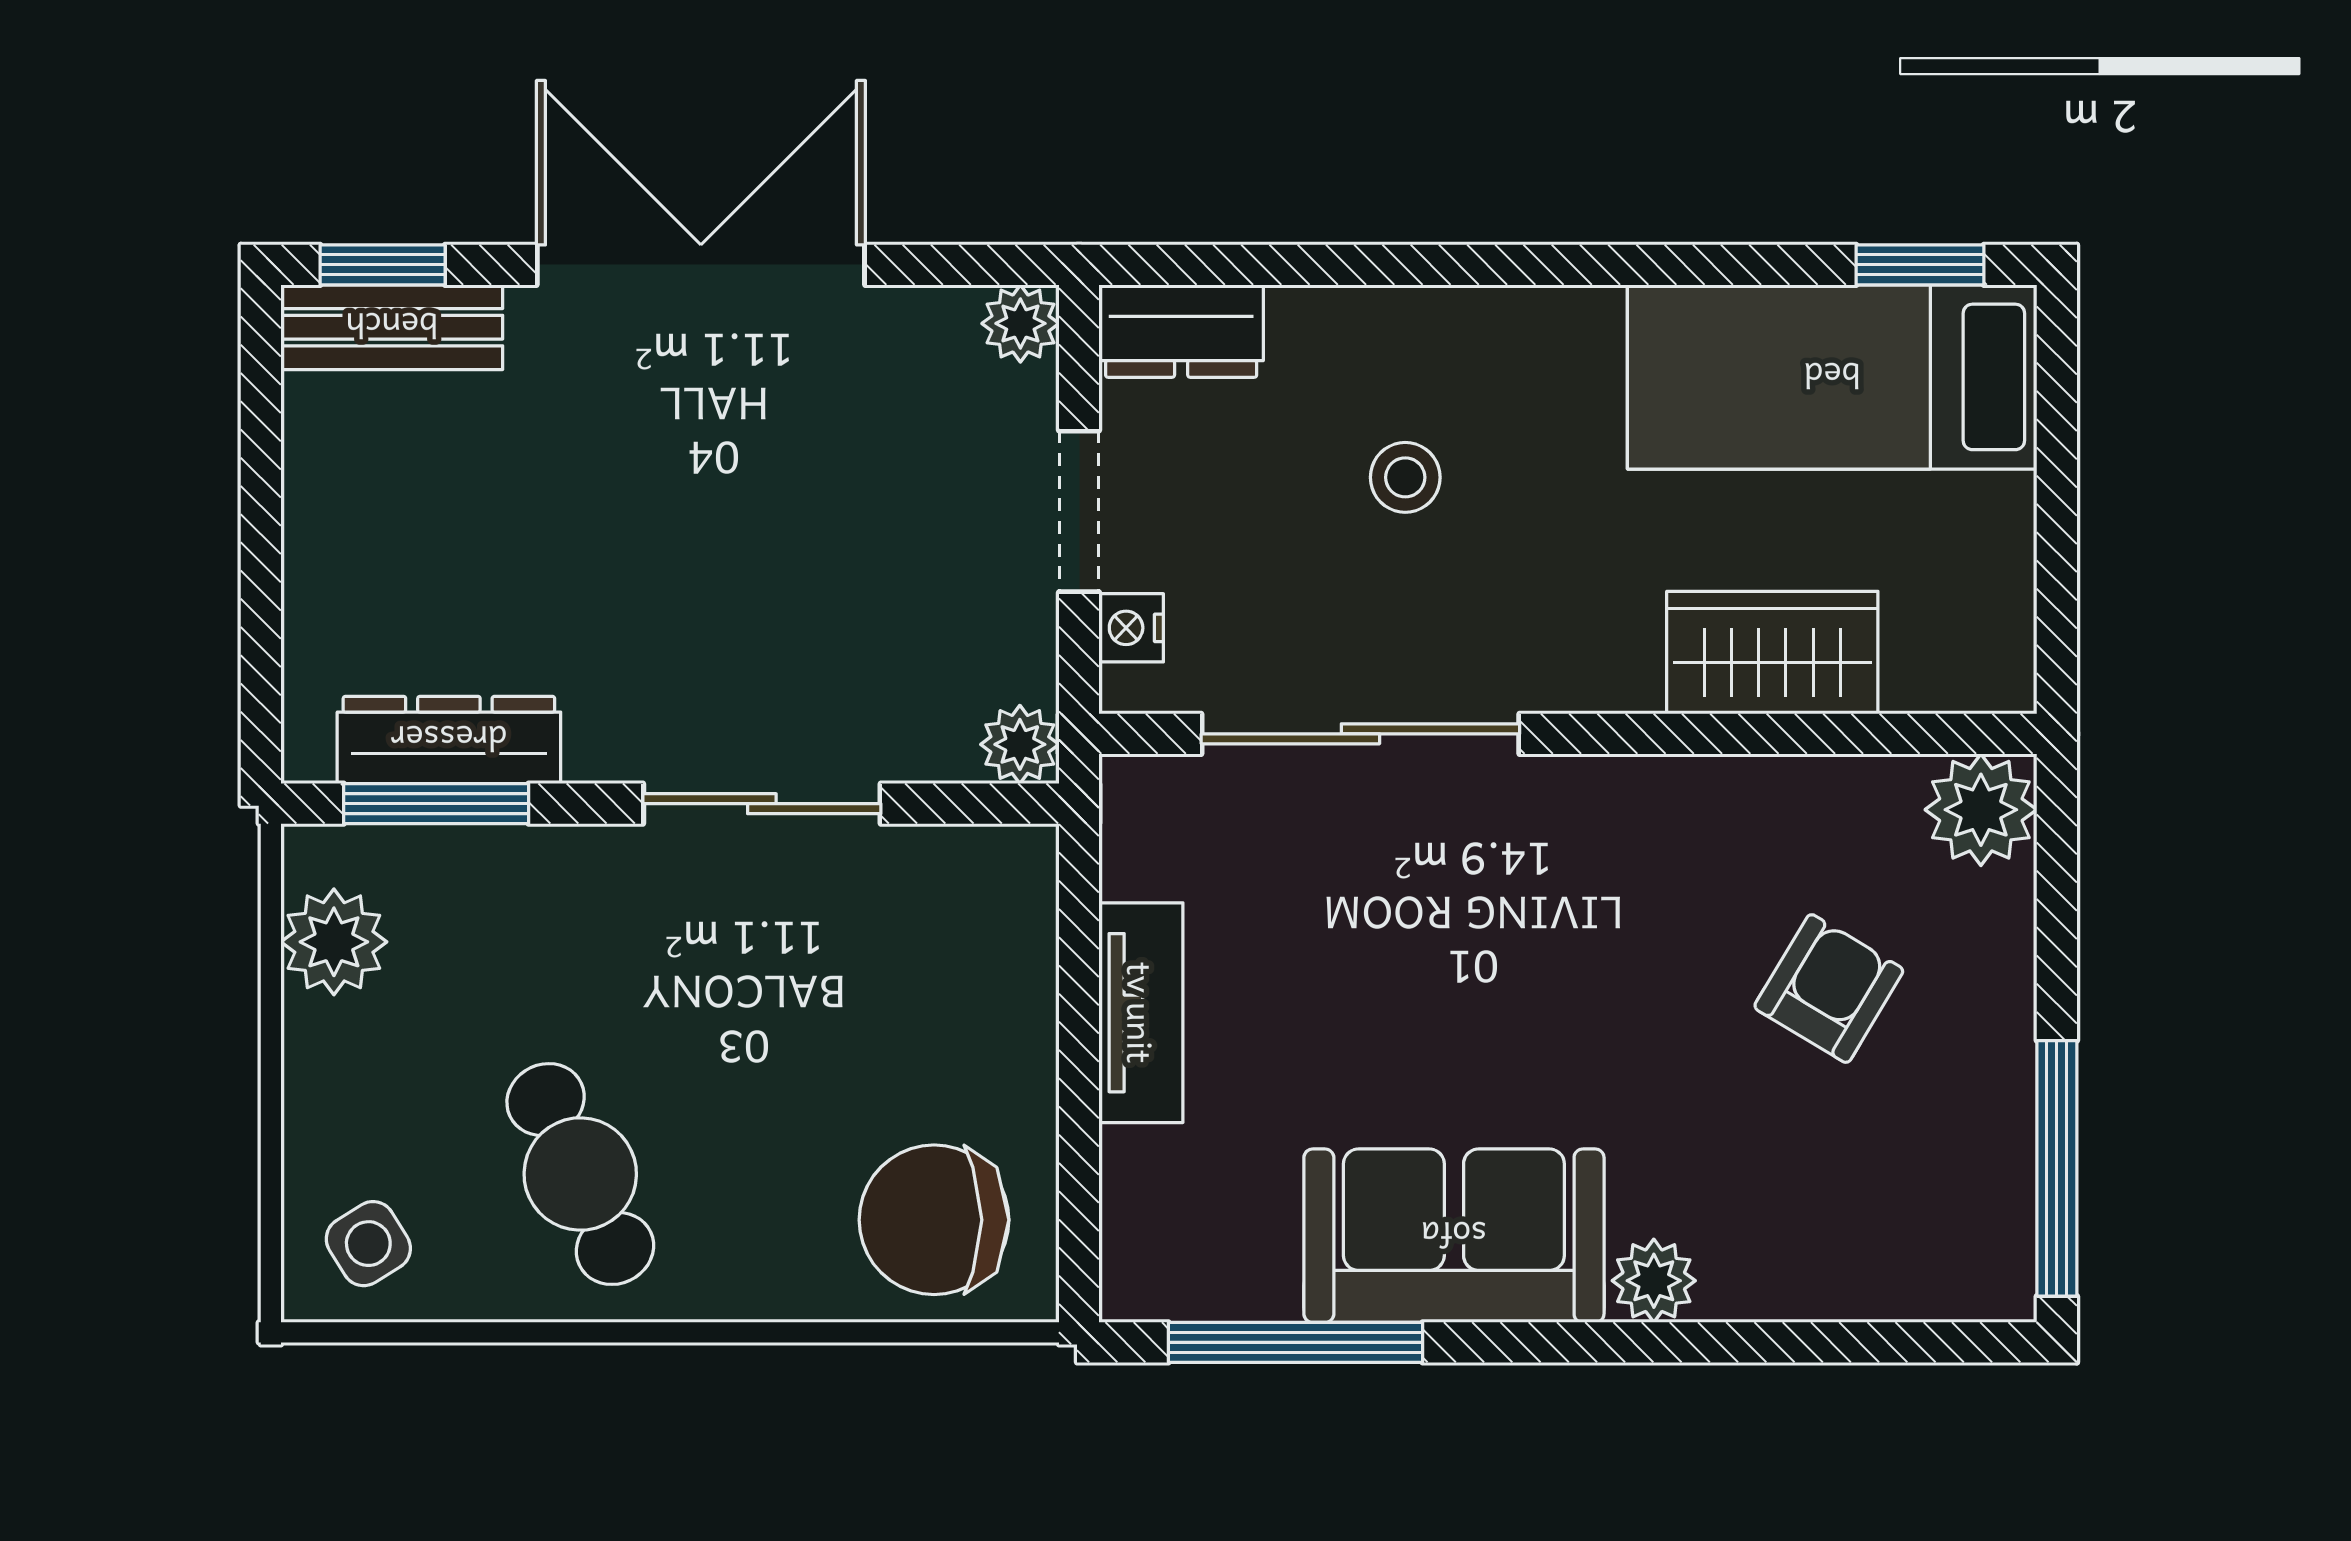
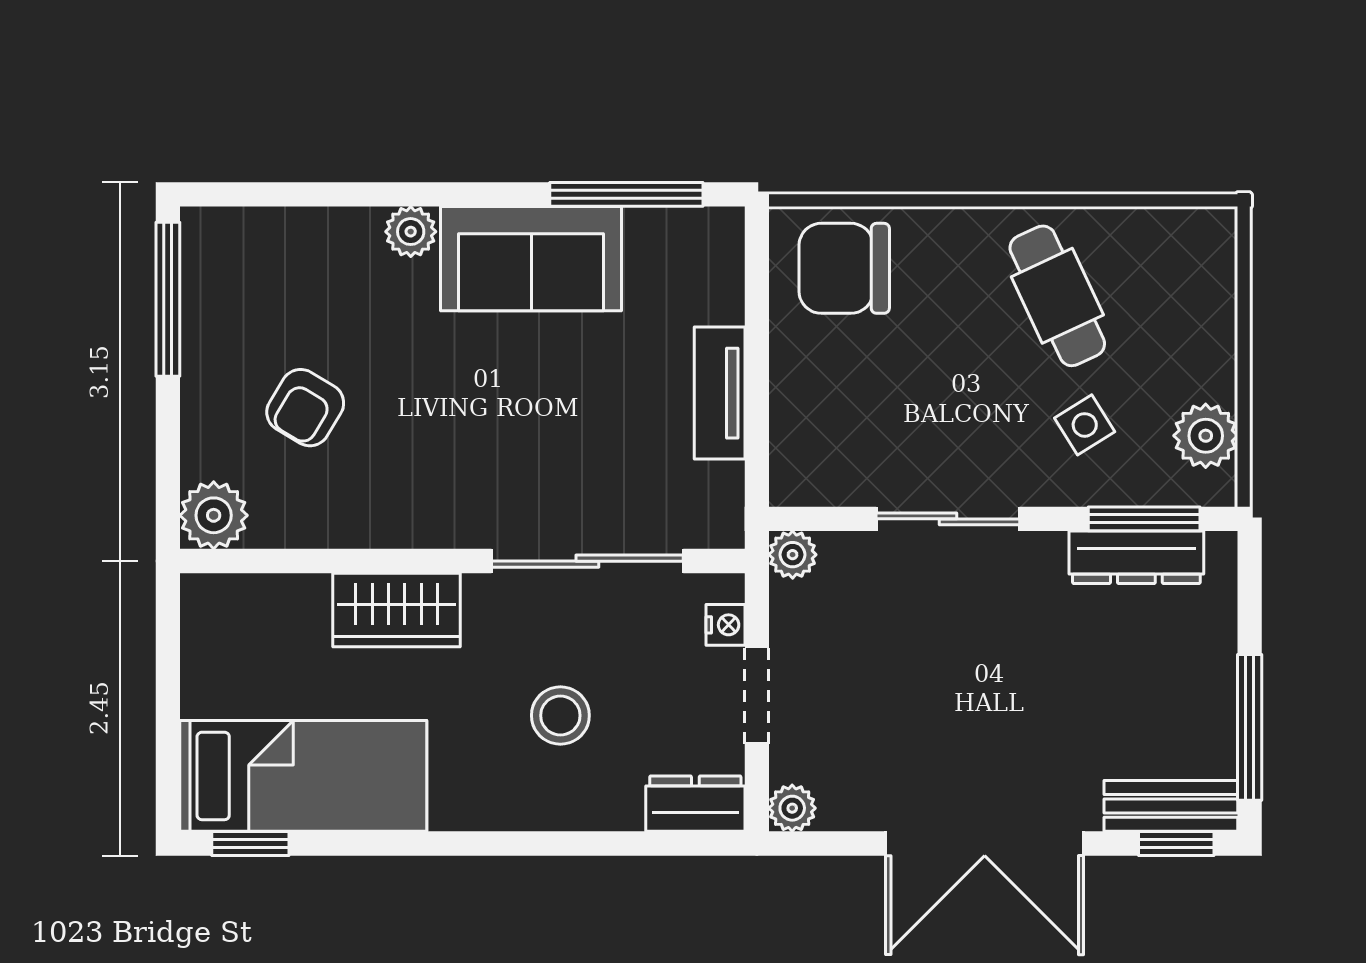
window: (261, 458) -> (1250, 727), added
stool: (1405, 477) -> (560, 715), width x1.37, depth x1.37
wardrobe: (1772, 653) -> (397, 610), moved
chair: (934, 1220) -> (844, 268), turned 180
side table: (368, 1244) -> (1085, 425), moved

